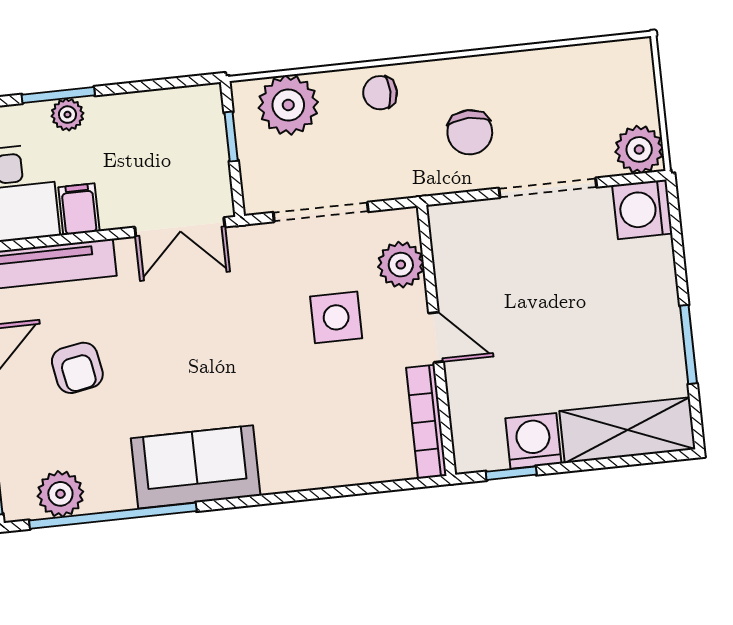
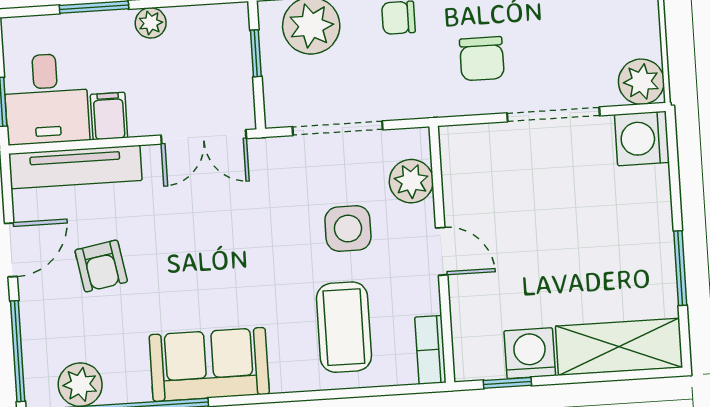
plant: (67, 115) -> (151, 23), moved
coffee table: (336, 422) -> (344, 327), added
bookcase: (426, 422) -> (430, 350), width x0.64

